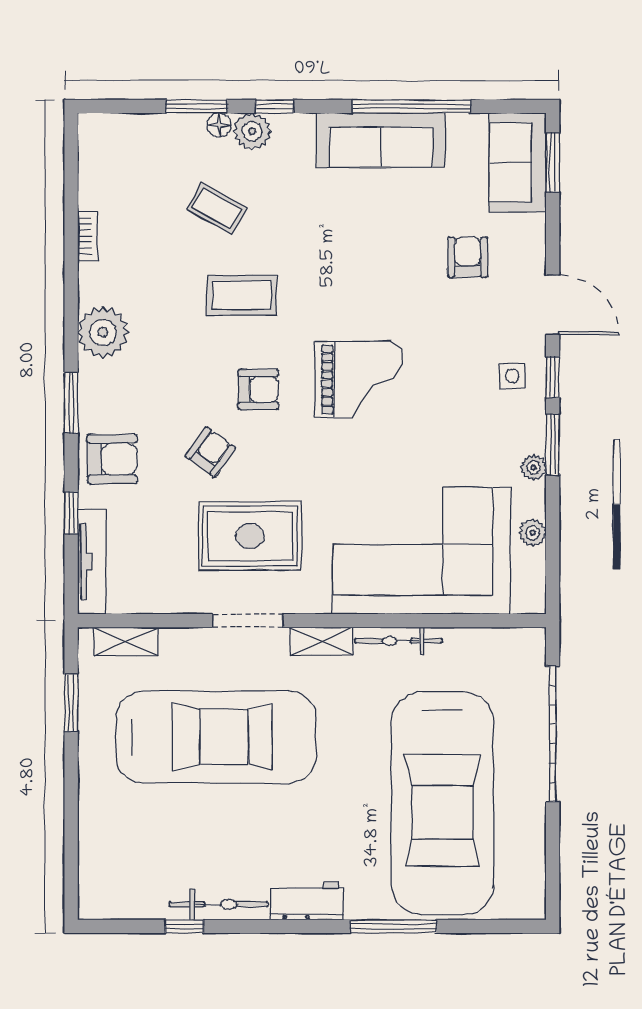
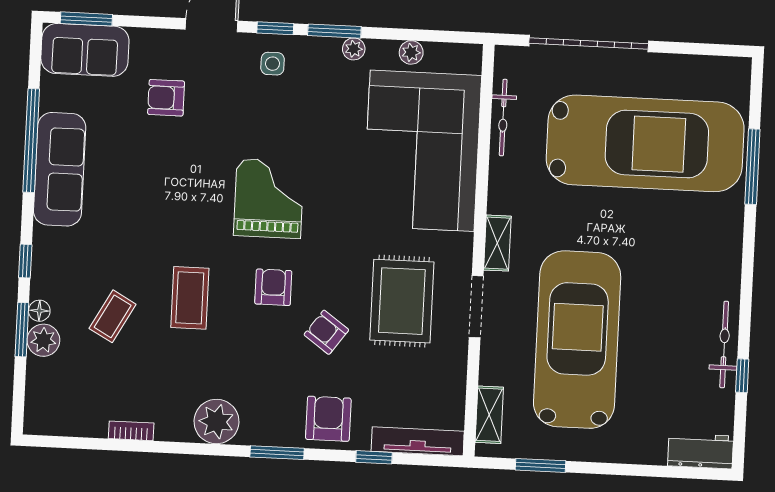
plant: (252, 131) -> (43, 340), moved
bicycle: (399, 641) -> (503, 118), moved
workbench: (307, 901) -> (701, 451), moved, turned 90
window: (393, 926) -> (752, 167), moved

